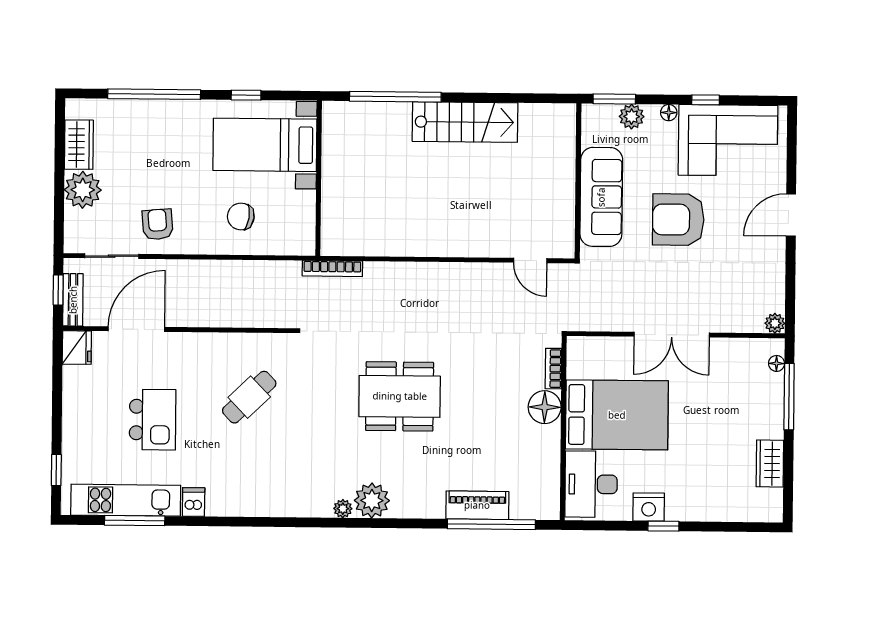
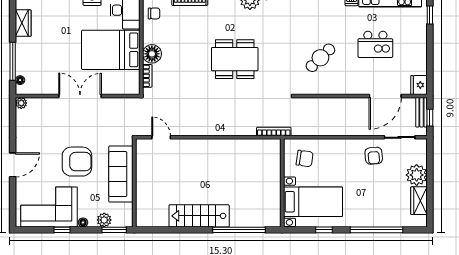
chair: (241, 216) -> (305, 158), moved
kitchen island: (153, 420) -> (375, 44), turned -90
chair: (540, 478) -> (154, 13), added

